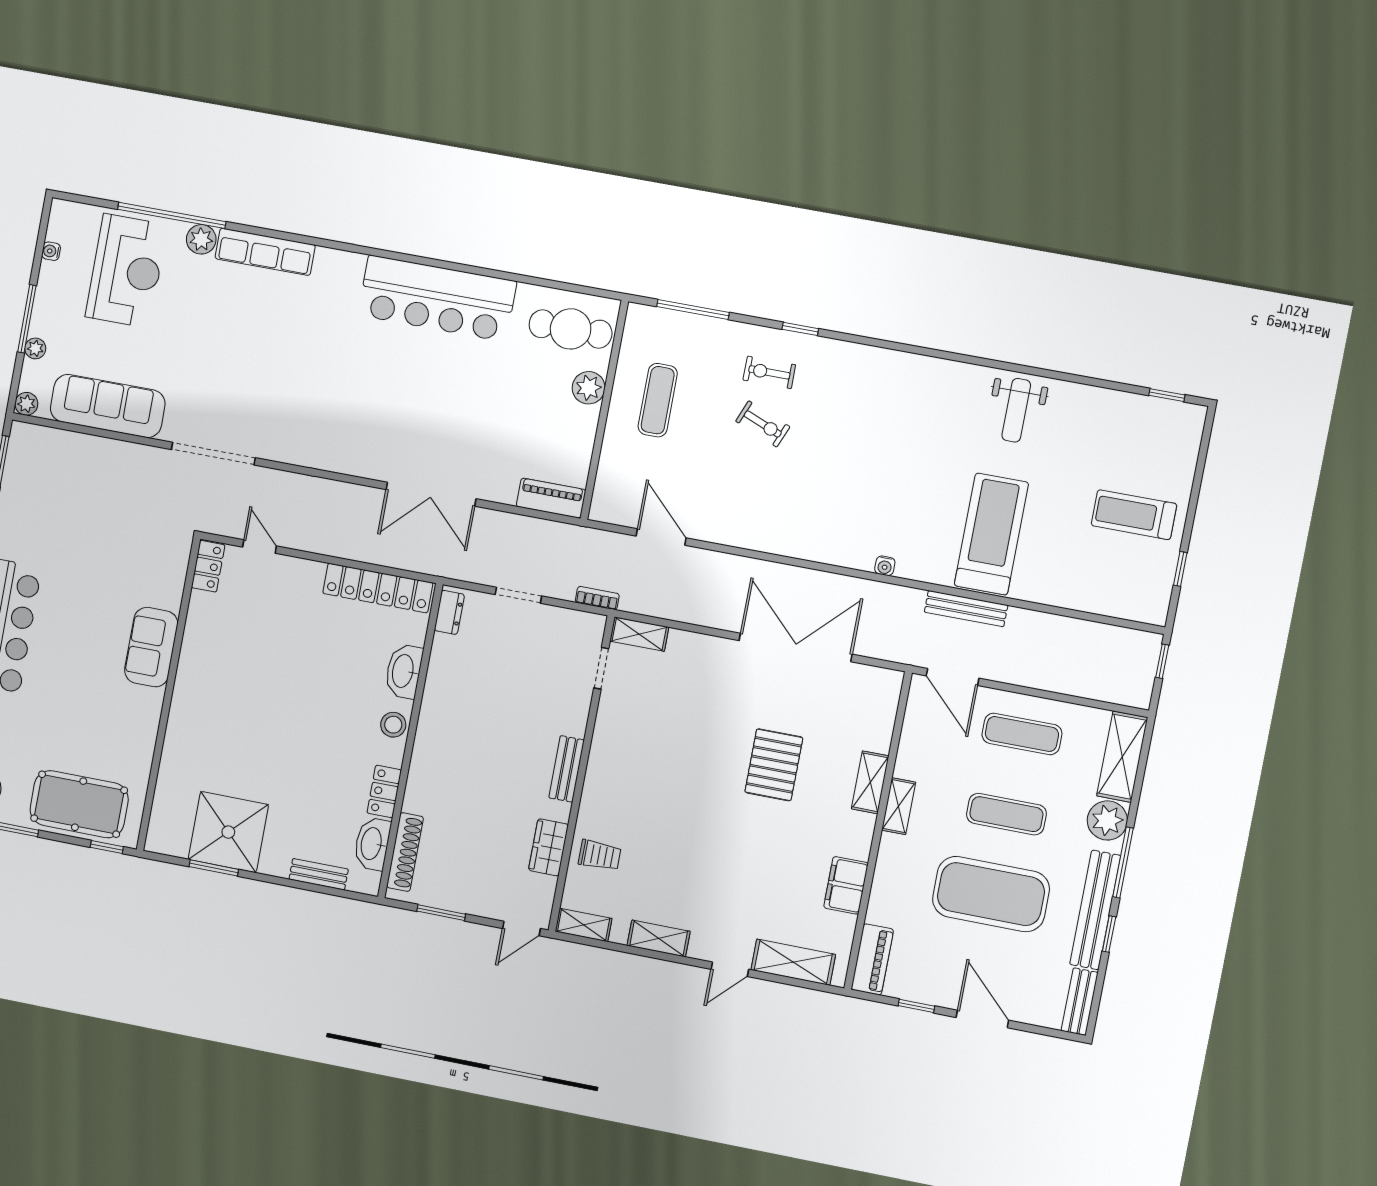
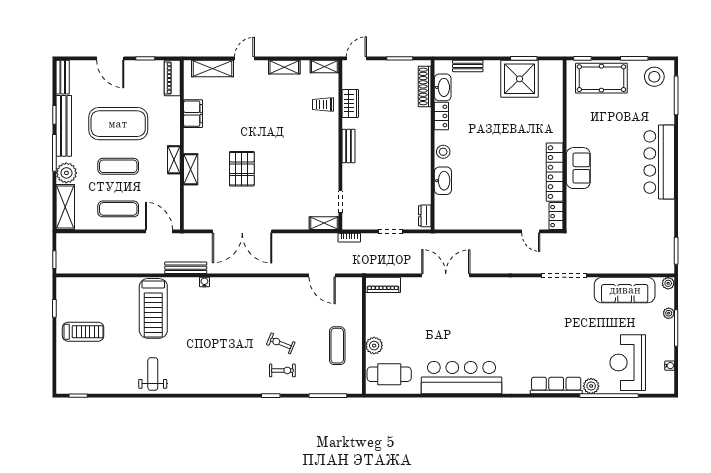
locker: (378, 588) -> (555, 172), moved, turned -90
bench: (966, 609) -> (186, 268), moved

